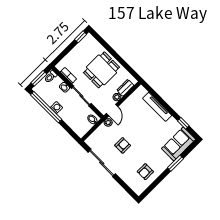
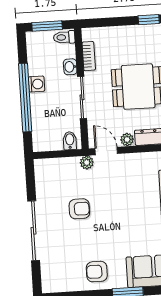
window: (46, 107) -> (25, 98), moved
door: (112, 110) -> (106, 151), swing flipped
sliding door: (102, 163) -> (34, 231), moved
armchair: (145, 172) -> (97, 272), moved

